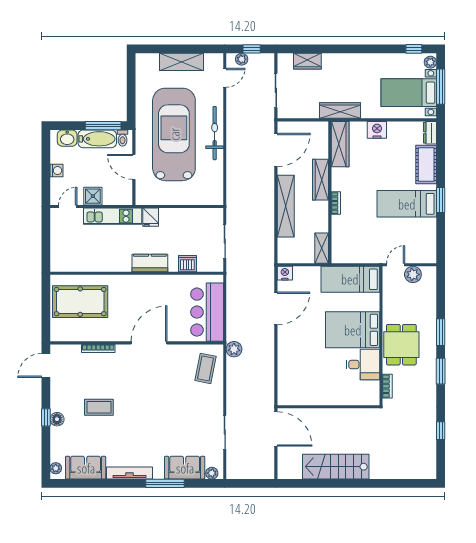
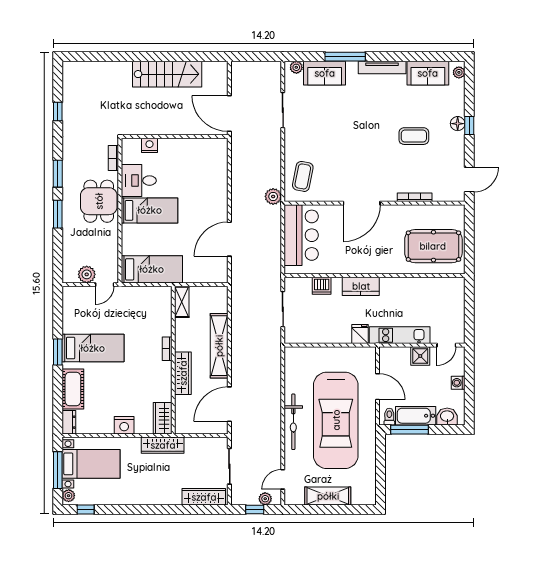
wardrobe: (307, 61) -> (204, 497), width x1.50
wardrobe: (340, 144) -> (163, 418), width x0.67
nightstand: (285, 273) -> (149, 145), moved, turned 180
bed: (353, 330) -> (150, 210), width x0.67

